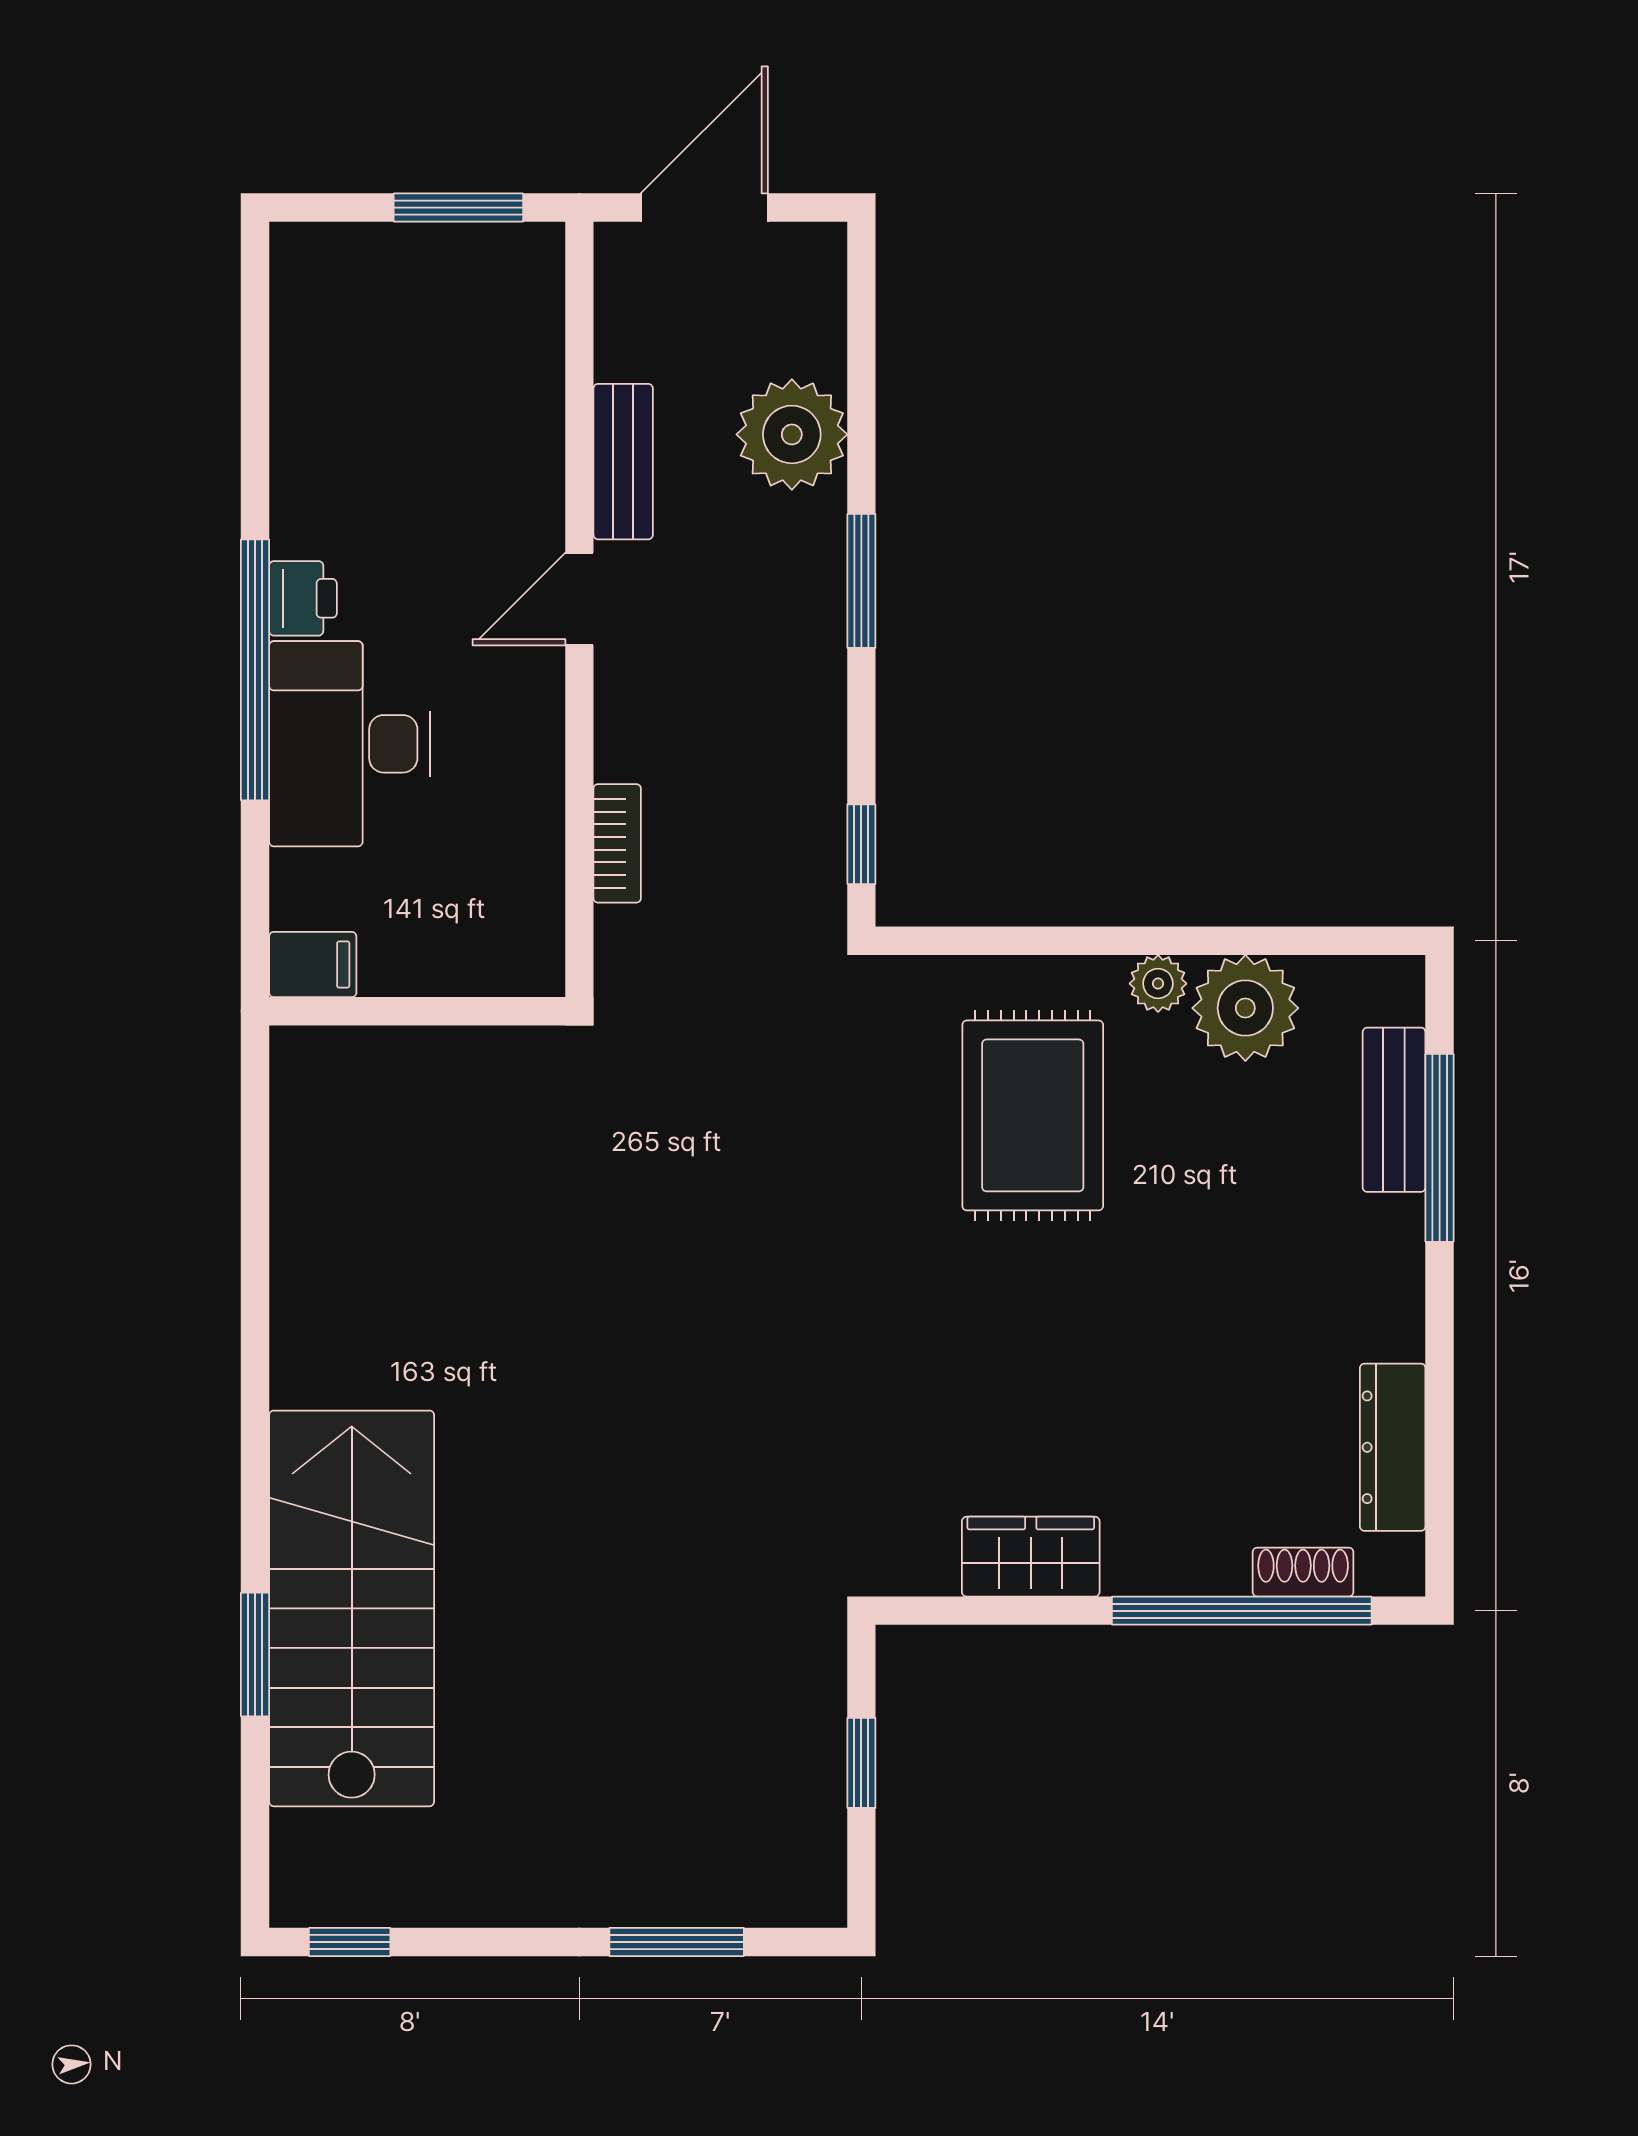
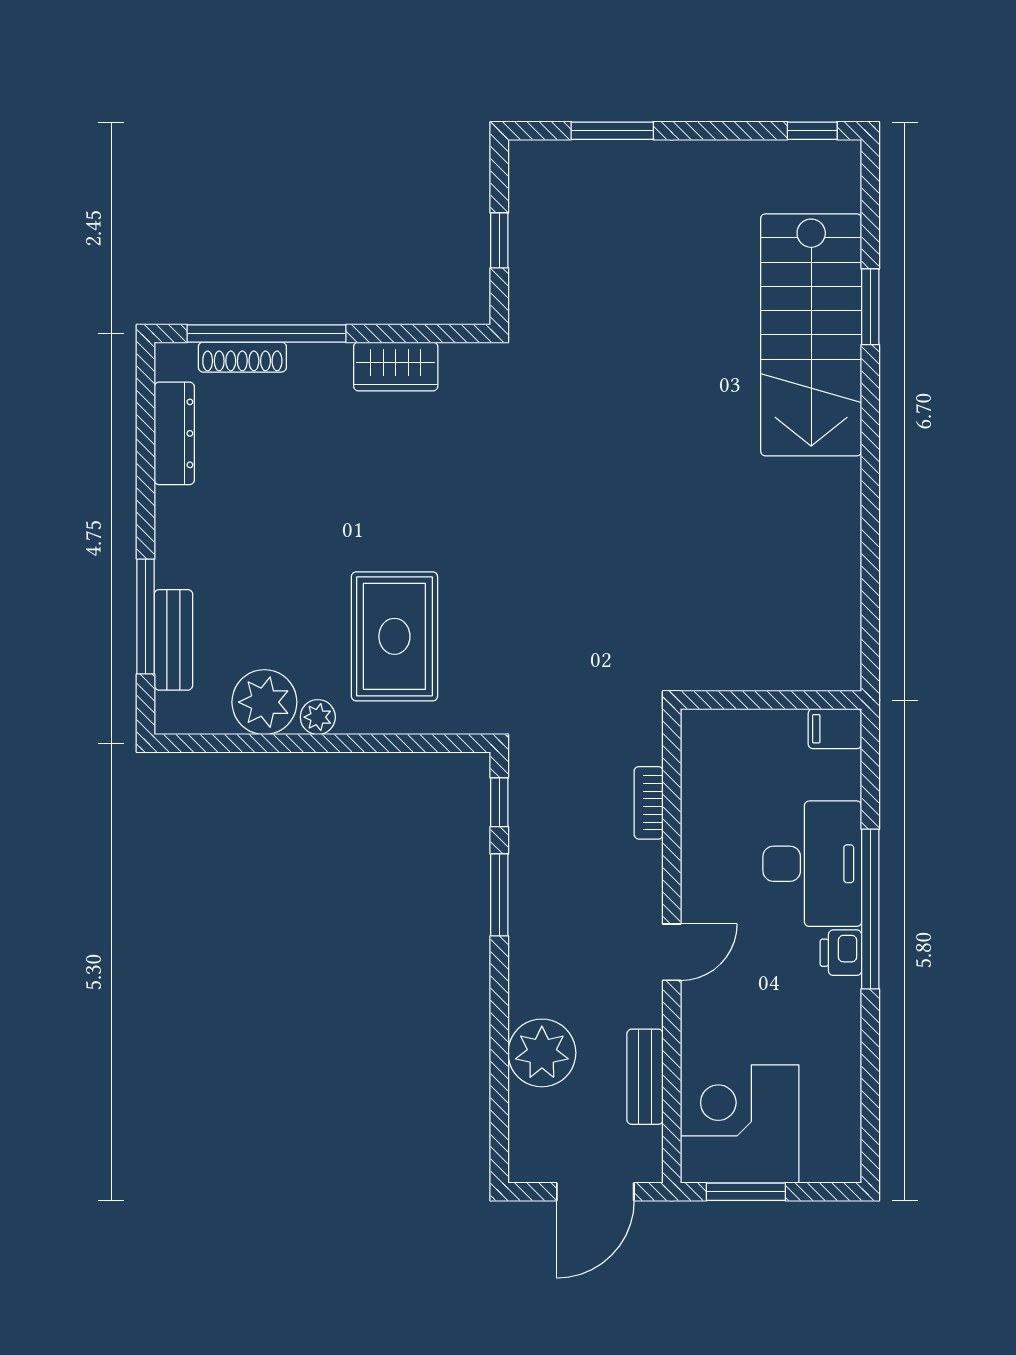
corner desk: (469, 318) -> (740, 1124), added
bench: (623, 462) -> (645, 1077), moved
window: (861, 581) -> (499, 895), moved
shoe rack: (1303, 1572) -> (242, 357), width x1.43

